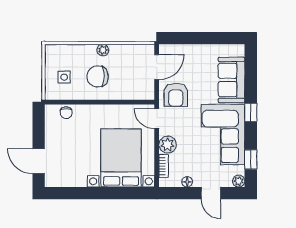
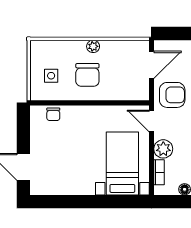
chair: (98, 76) -> (87, 75), turned -90
armchair: (176, 95) -> (172, 95), turned -90
bed with nightstands: (121, 158) -> (122, 163), width x0.73

